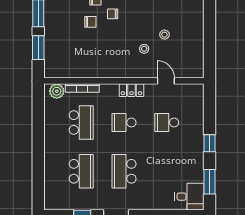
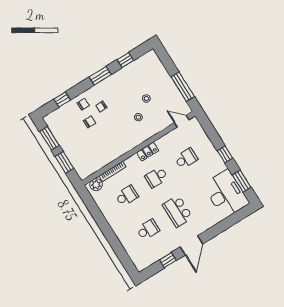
window: (210, 46) -> (183, 87), added
door: (166, 81) -> (182, 121), moved
school desk: (81, 122) -> (127, 196), width x0.54
school desk: (167, 122) -> (186, 159), turned 180
school desk: (81, 171) -> (148, 230), width x0.54
desk: (189, 197) -> (226, 194), width x1.87, depth x1.30

